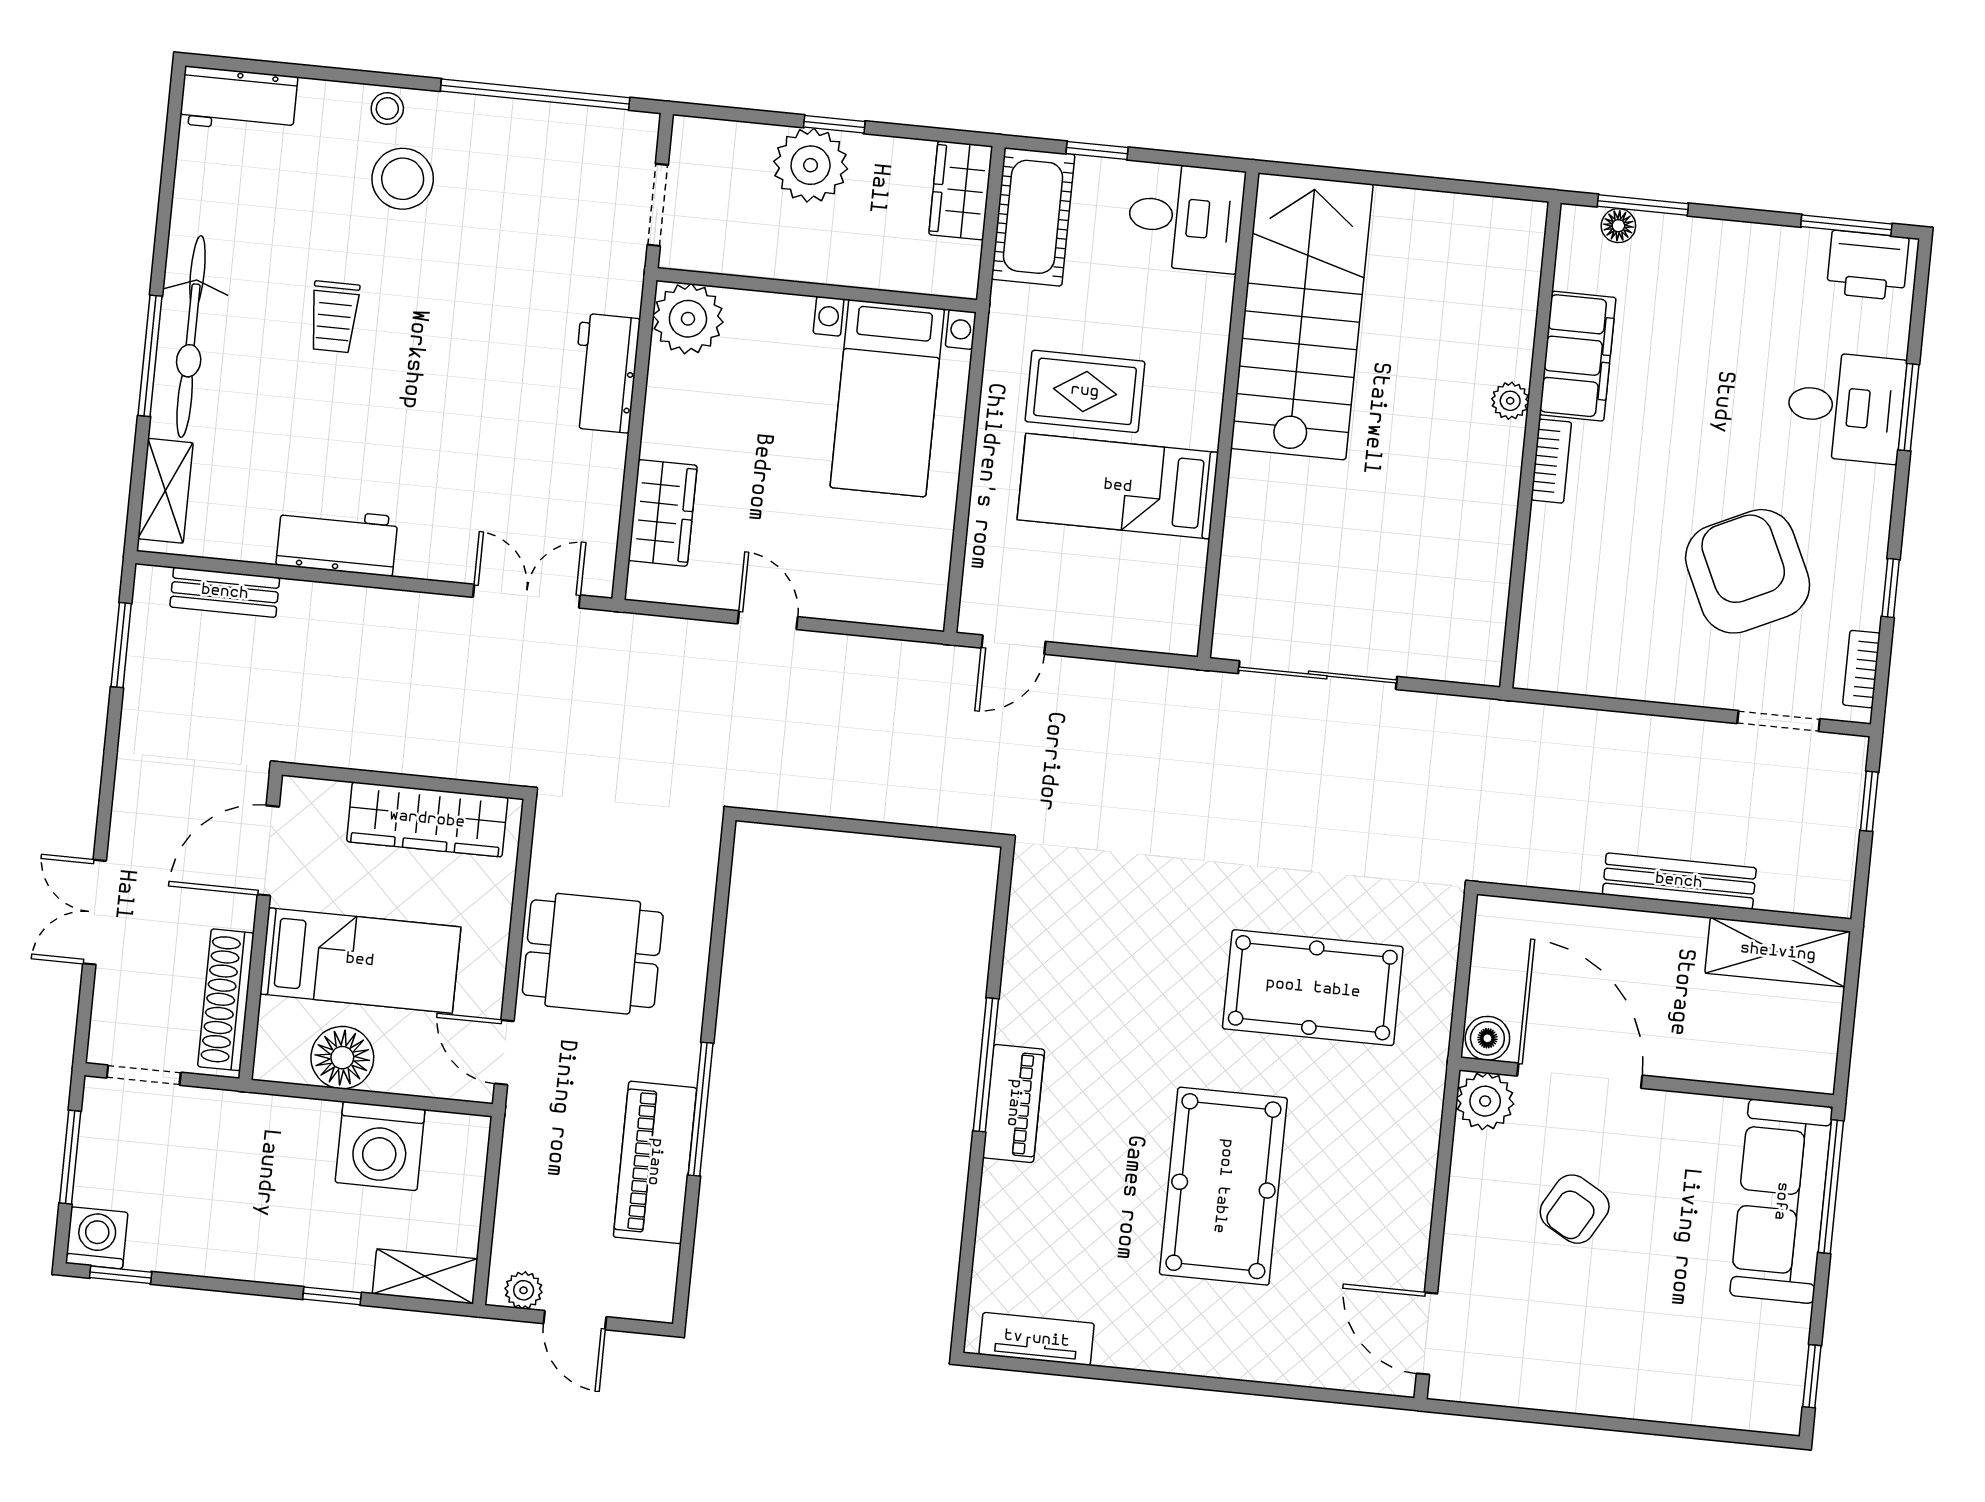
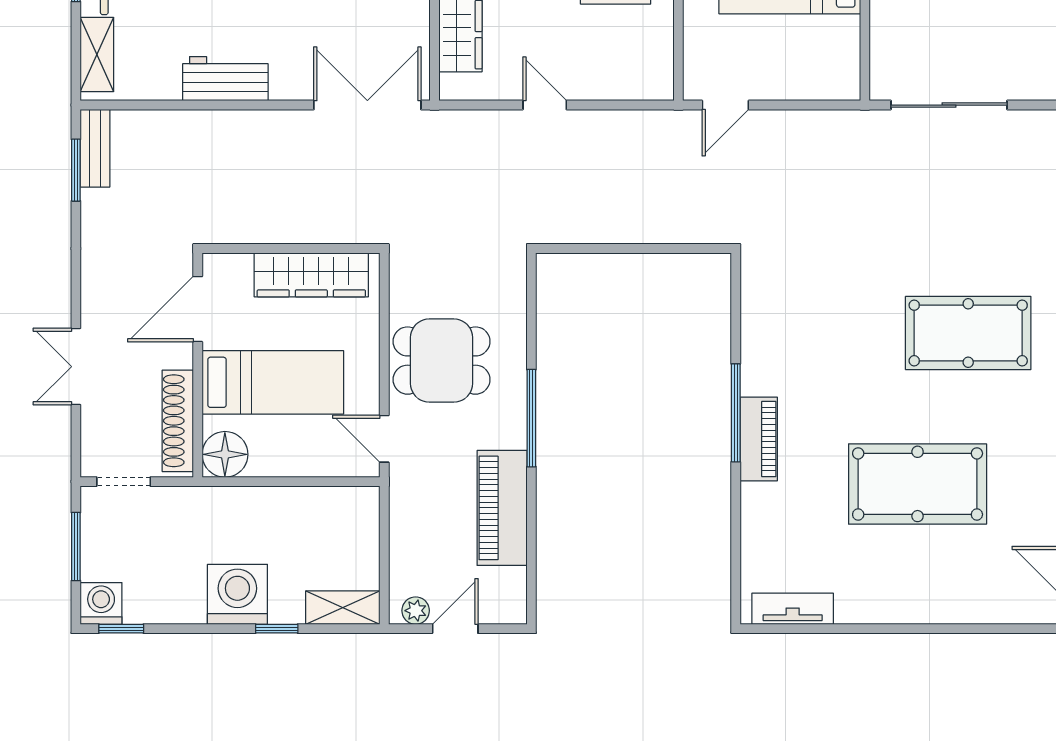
bench: (225, 592) -> (95, 148), moved, turned 90
double door: (527, 596) -> (367, 105), width x1.37
floor lamp: (342, 1058) -> (225, 454), moved
window: (701, 1109) -> (531, 418), moved
washing machine: (380, 1146) -> (237, 594), moved, turned 180
pool table: (1223, 1186) -> (918, 484), turned 90
door: (575, 1320) -> (455, 629), swing flipped

